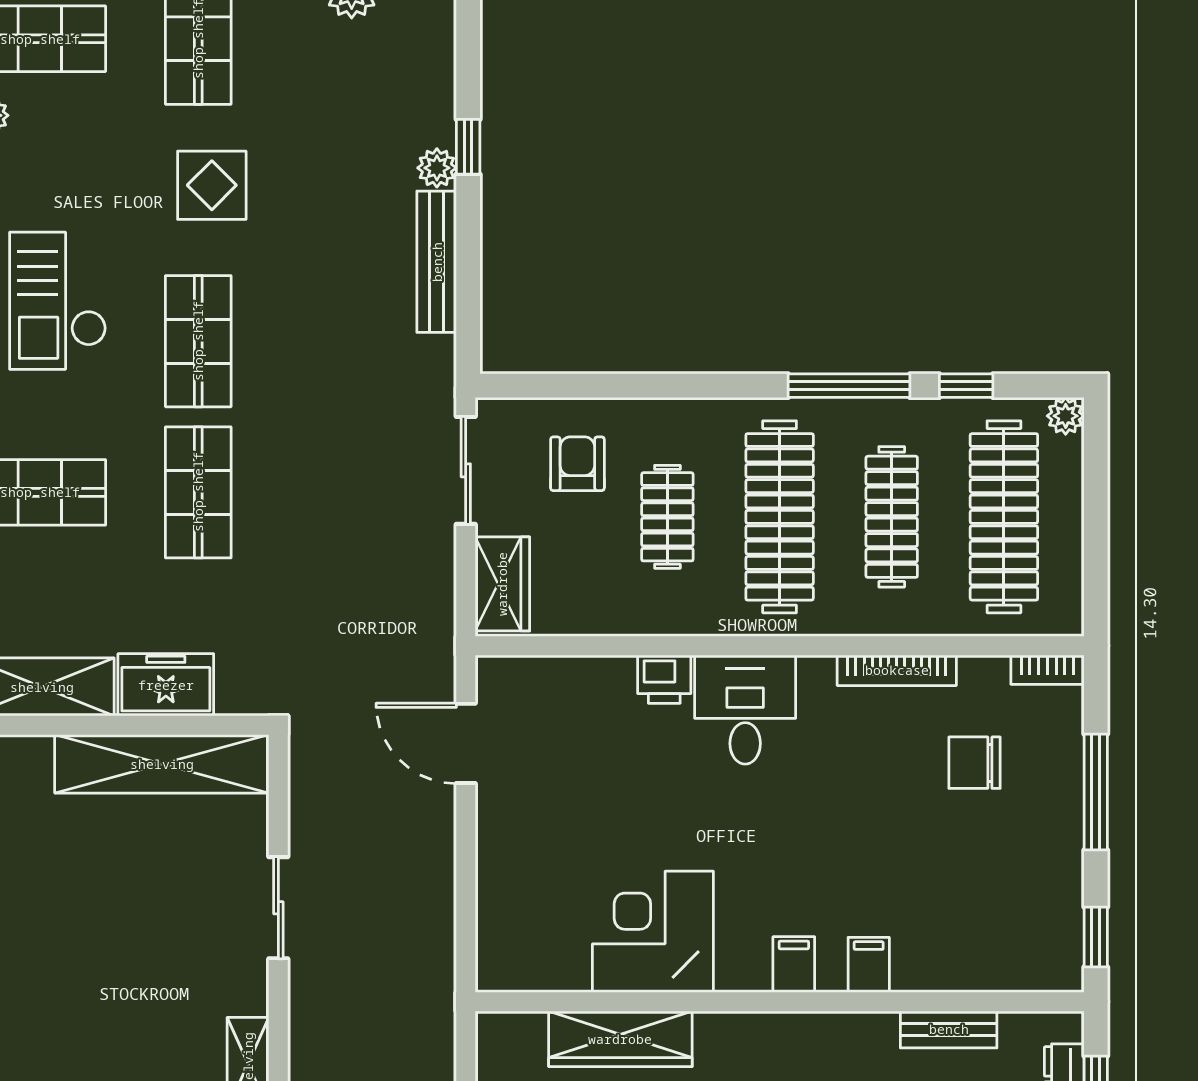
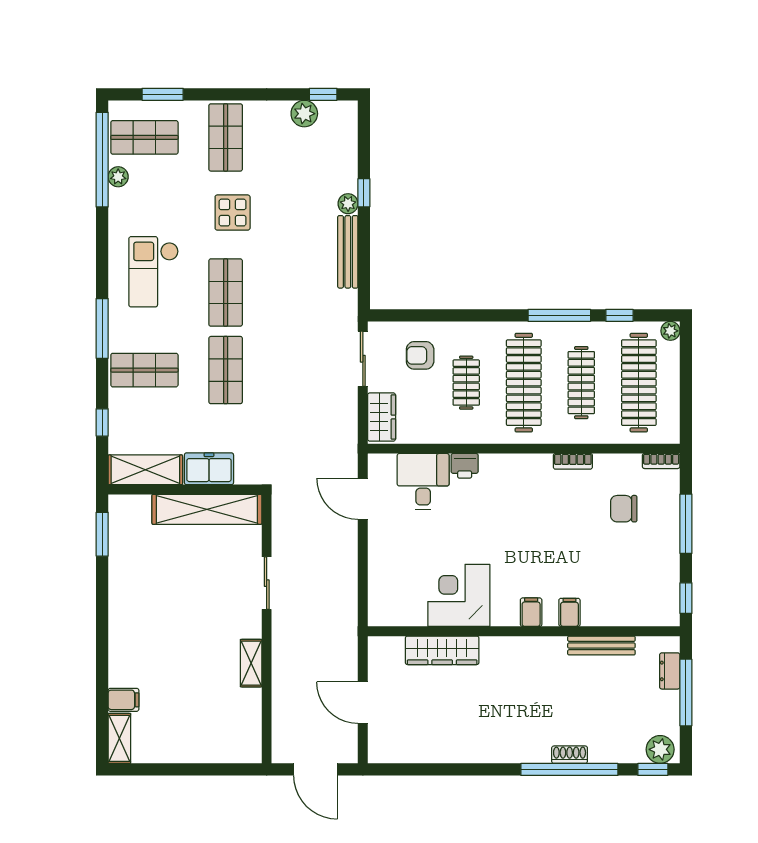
armchair: (577, 464) -> (420, 355), turned -90
bookcase: (897, 670) -> (573, 461), width x0.64
desk: (745, 710) -> (423, 481), moved
bench: (949, 1029) -> (601, 646), width x1.36

